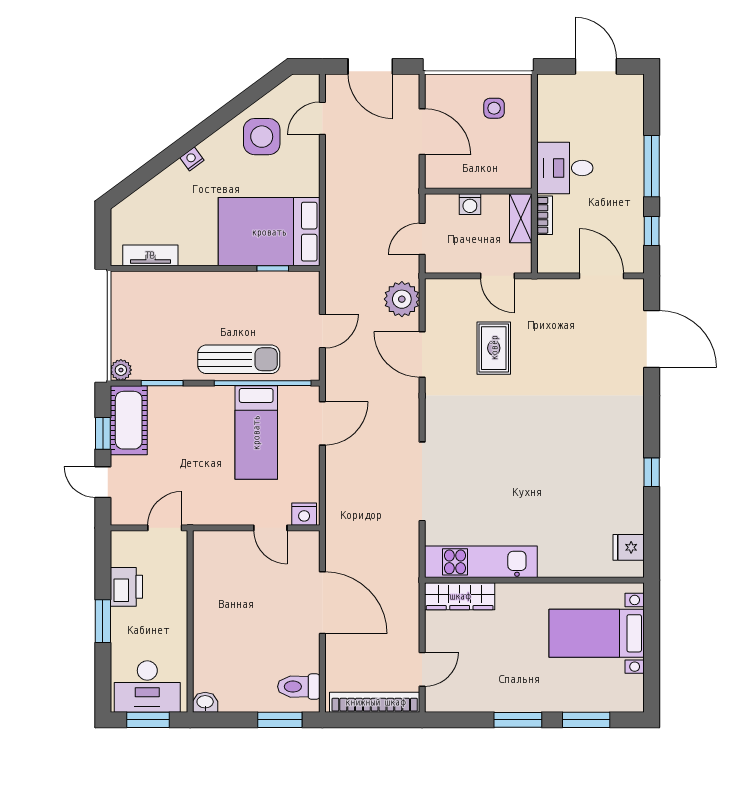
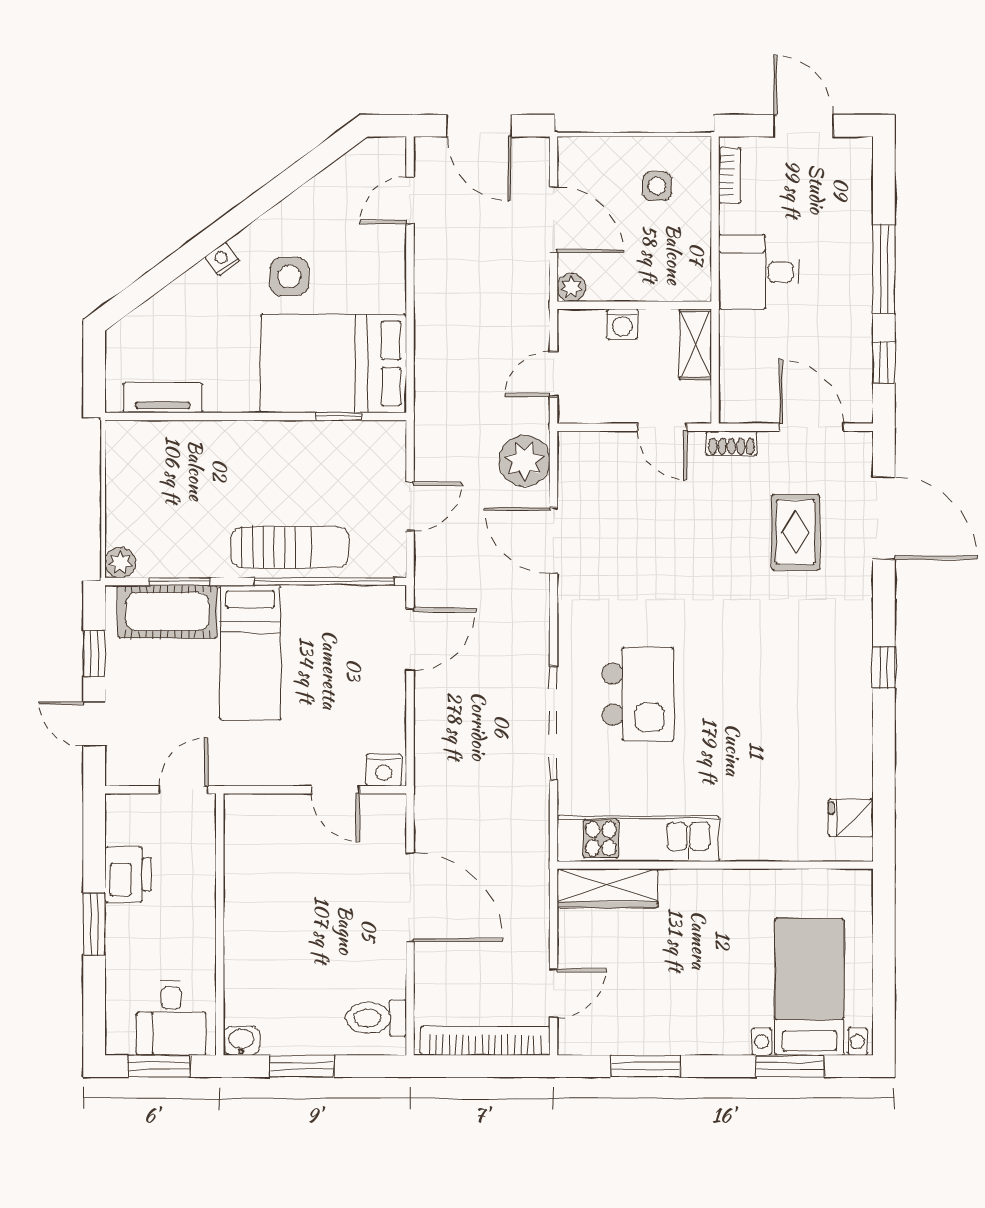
side table: (262, 137) -> (289, 277), moved, width x0.73, depth x0.73
plant: (434, 179) -> (571, 287), added
bookcase: (545, 215) -> (730, 175), moved
shoe rack: (546, 287) -> (732, 443), added
rug: (494, 348) -> (796, 532), moved
cot: (129, 420) -> (167, 612), moved, turned 90
bed: (256, 433) -> (250, 653), moved
kitchen island: (481, 461) -> (638, 694), added
window: (652, 472) -> (884, 668), moved
bed with nightstands: (597, 633) -> (809, 987), moved, turned 90
desk: (147, 687) -> (171, 1018), width x0.73
window: (280, 720) -> (302, 1066), moved
window: (518, 720) -> (645, 1066), moved

